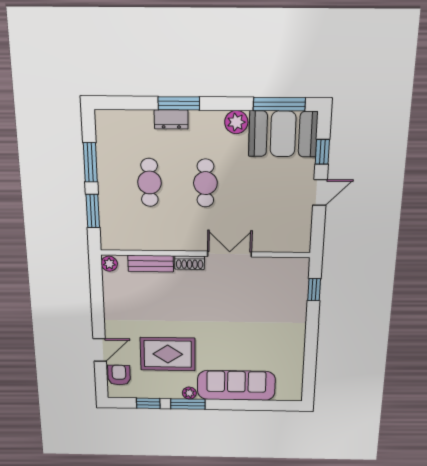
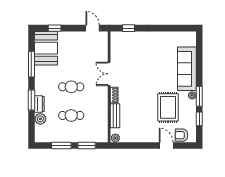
window: (279, 104) -> (31, 64), moved
plant: (236, 122) -> (40, 119), moved
door: (320, 192) -> (93, 28), moved

